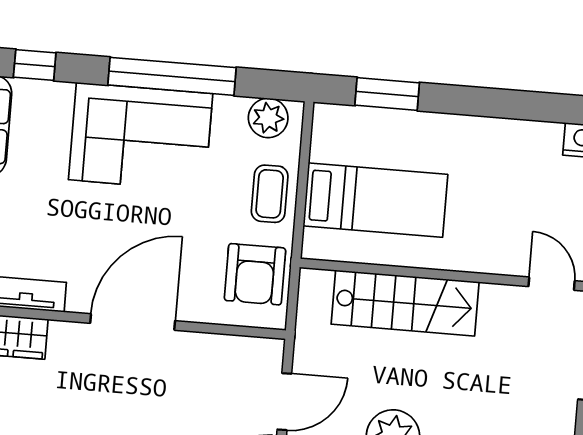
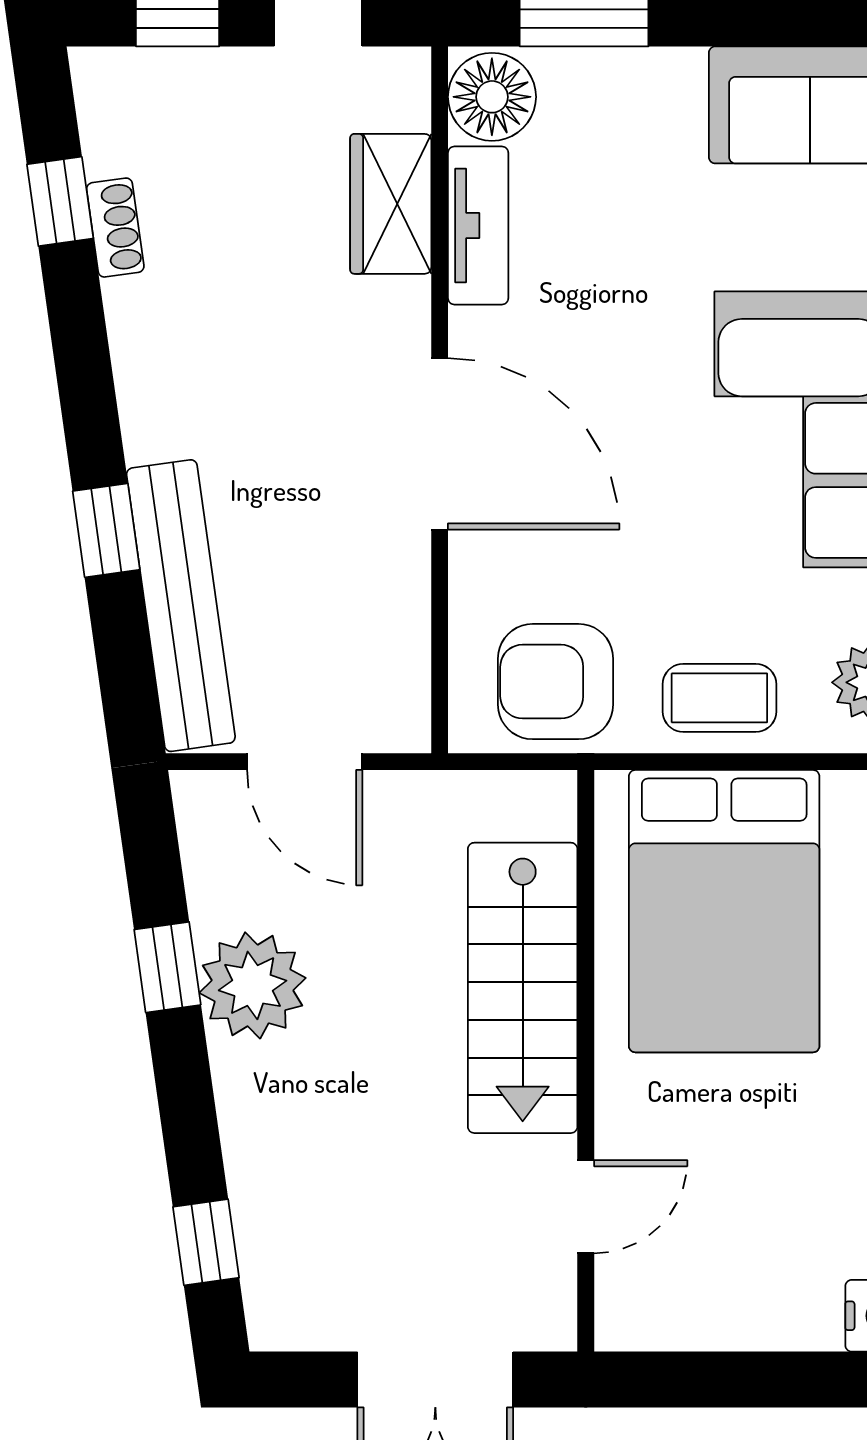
bed: (375, 200) -> (724, 911), width x1.50
door: (552, 284) -> (586, 1207), moved

